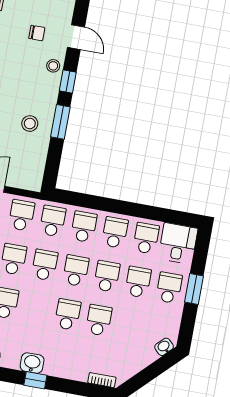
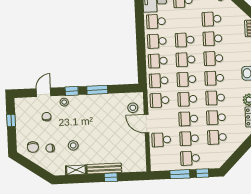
stool: (30, 124) -> (133, 108), moved
school desk: (138, 282) -> (212, 19), moved
school desk: (37, 309) -> (214, 78), added

